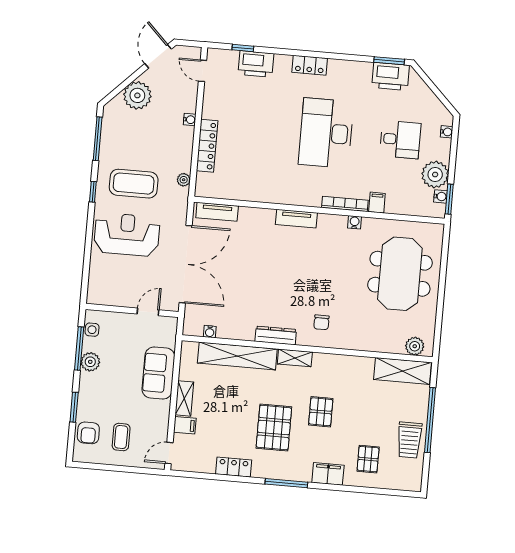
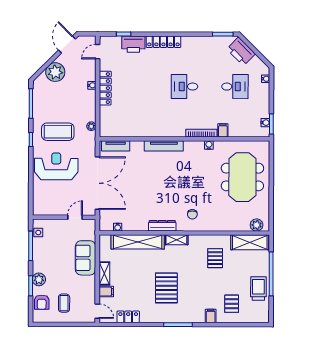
locker: (310, 65) -> (163, 42), width x1.53
door: (202, 71) -> (98, 52), hinge flipped
printer: (391, 76) -> (241, 51), moved, turned 45
desk: (326, 133) -> (185, 86), width x0.53, depth x0.77
locker: (207, 146) -> (105, 88), moved
plant: (435, 174) -> (260, 108), removed
tv unit: (296, 219) -> (164, 146), width x1.41
plant: (90, 362) -> (39, 279), moved
pallet: (321, 412) -> (215, 258), moved
trolley: (409, 440) -> (258, 288), turned 180
door: (169, 453) -> (97, 311), swing flipped
locker: (234, 467) -> (128, 317), moved
filing cabinet: (328, 474) -> (211, 316), width x0.50

